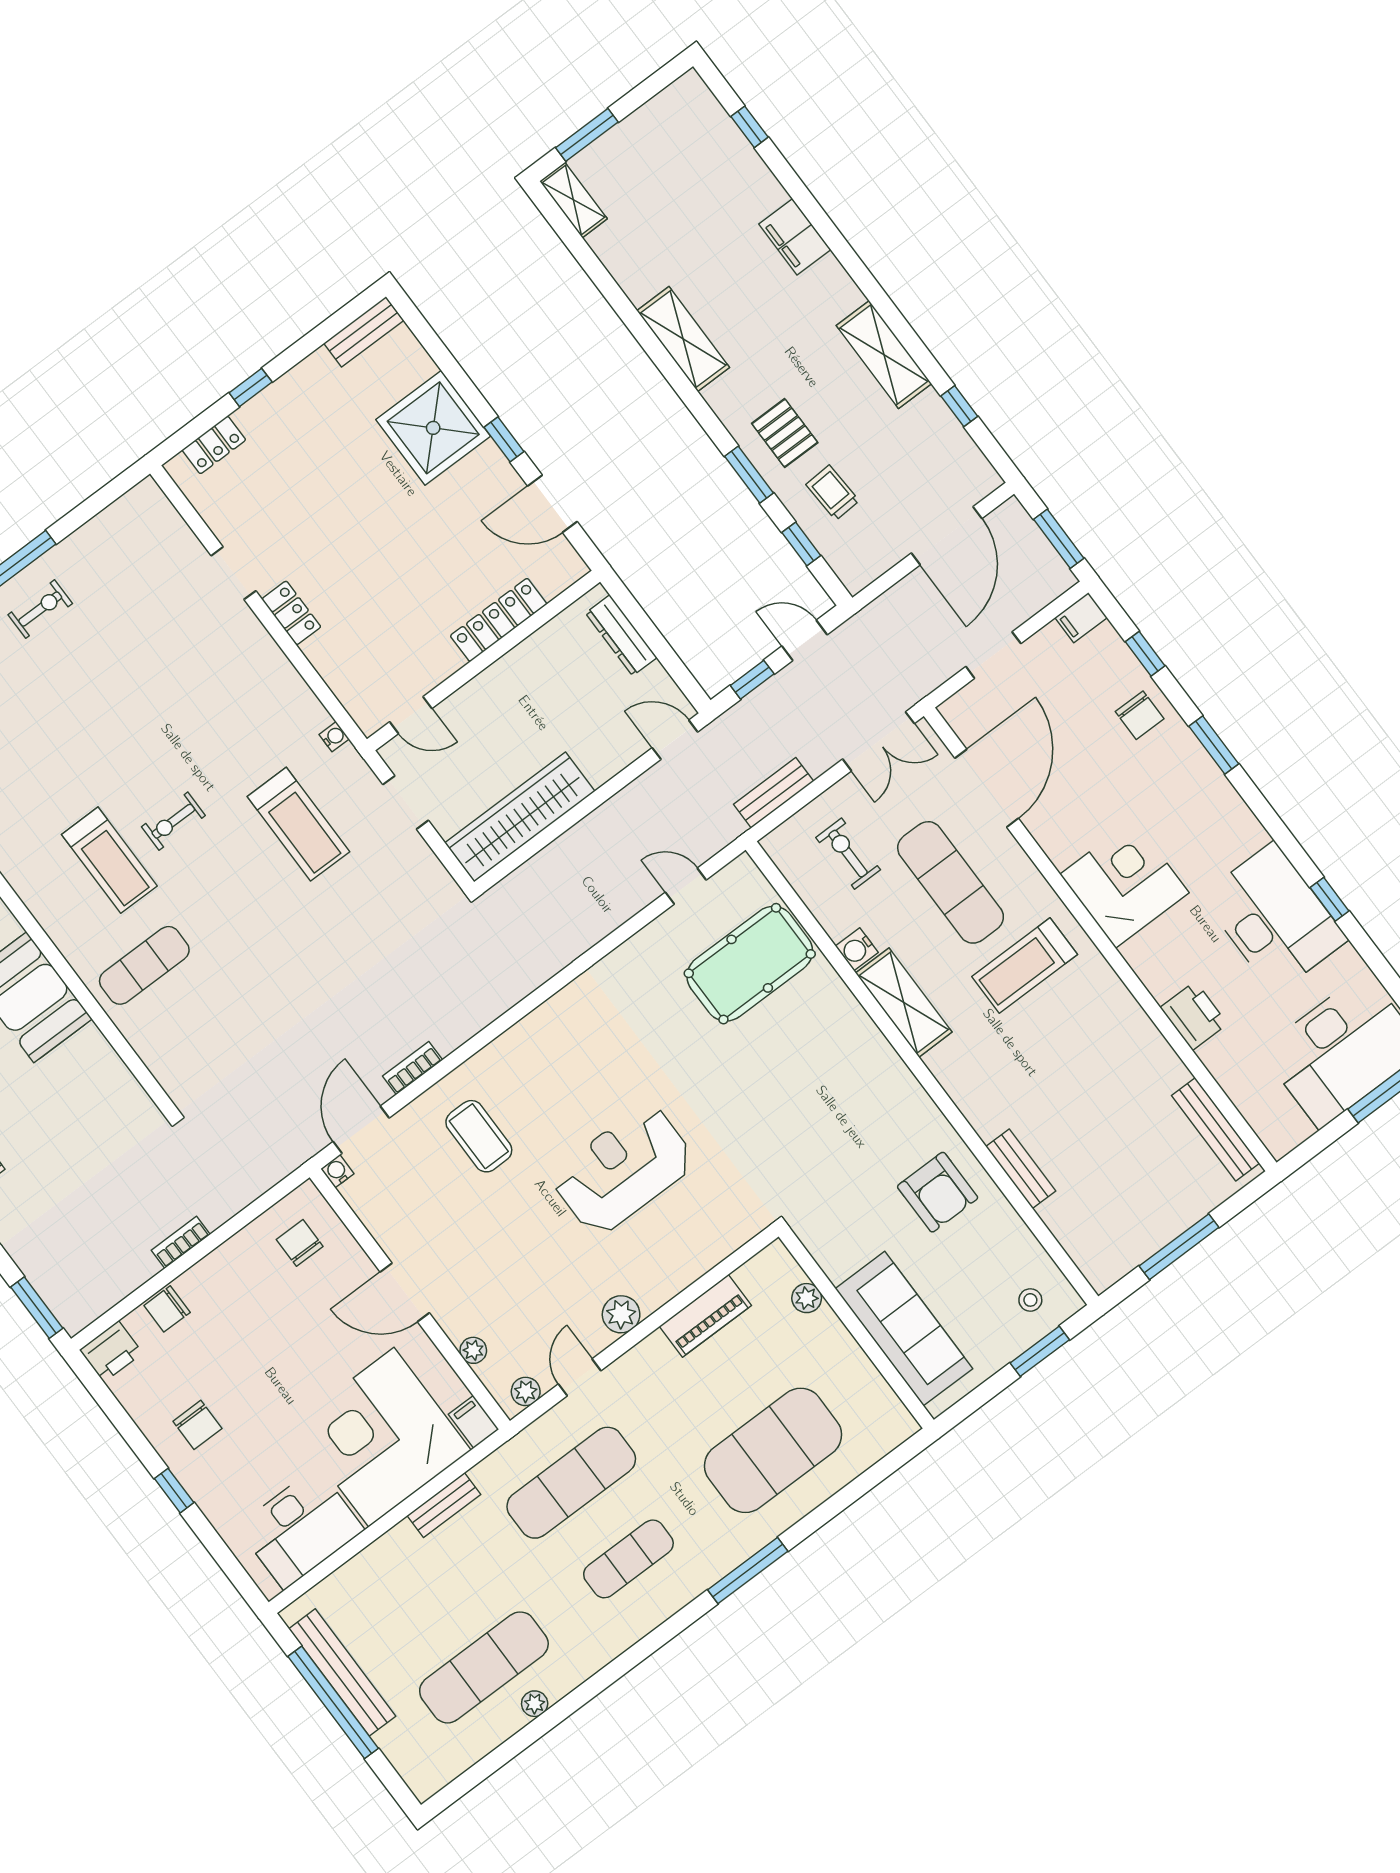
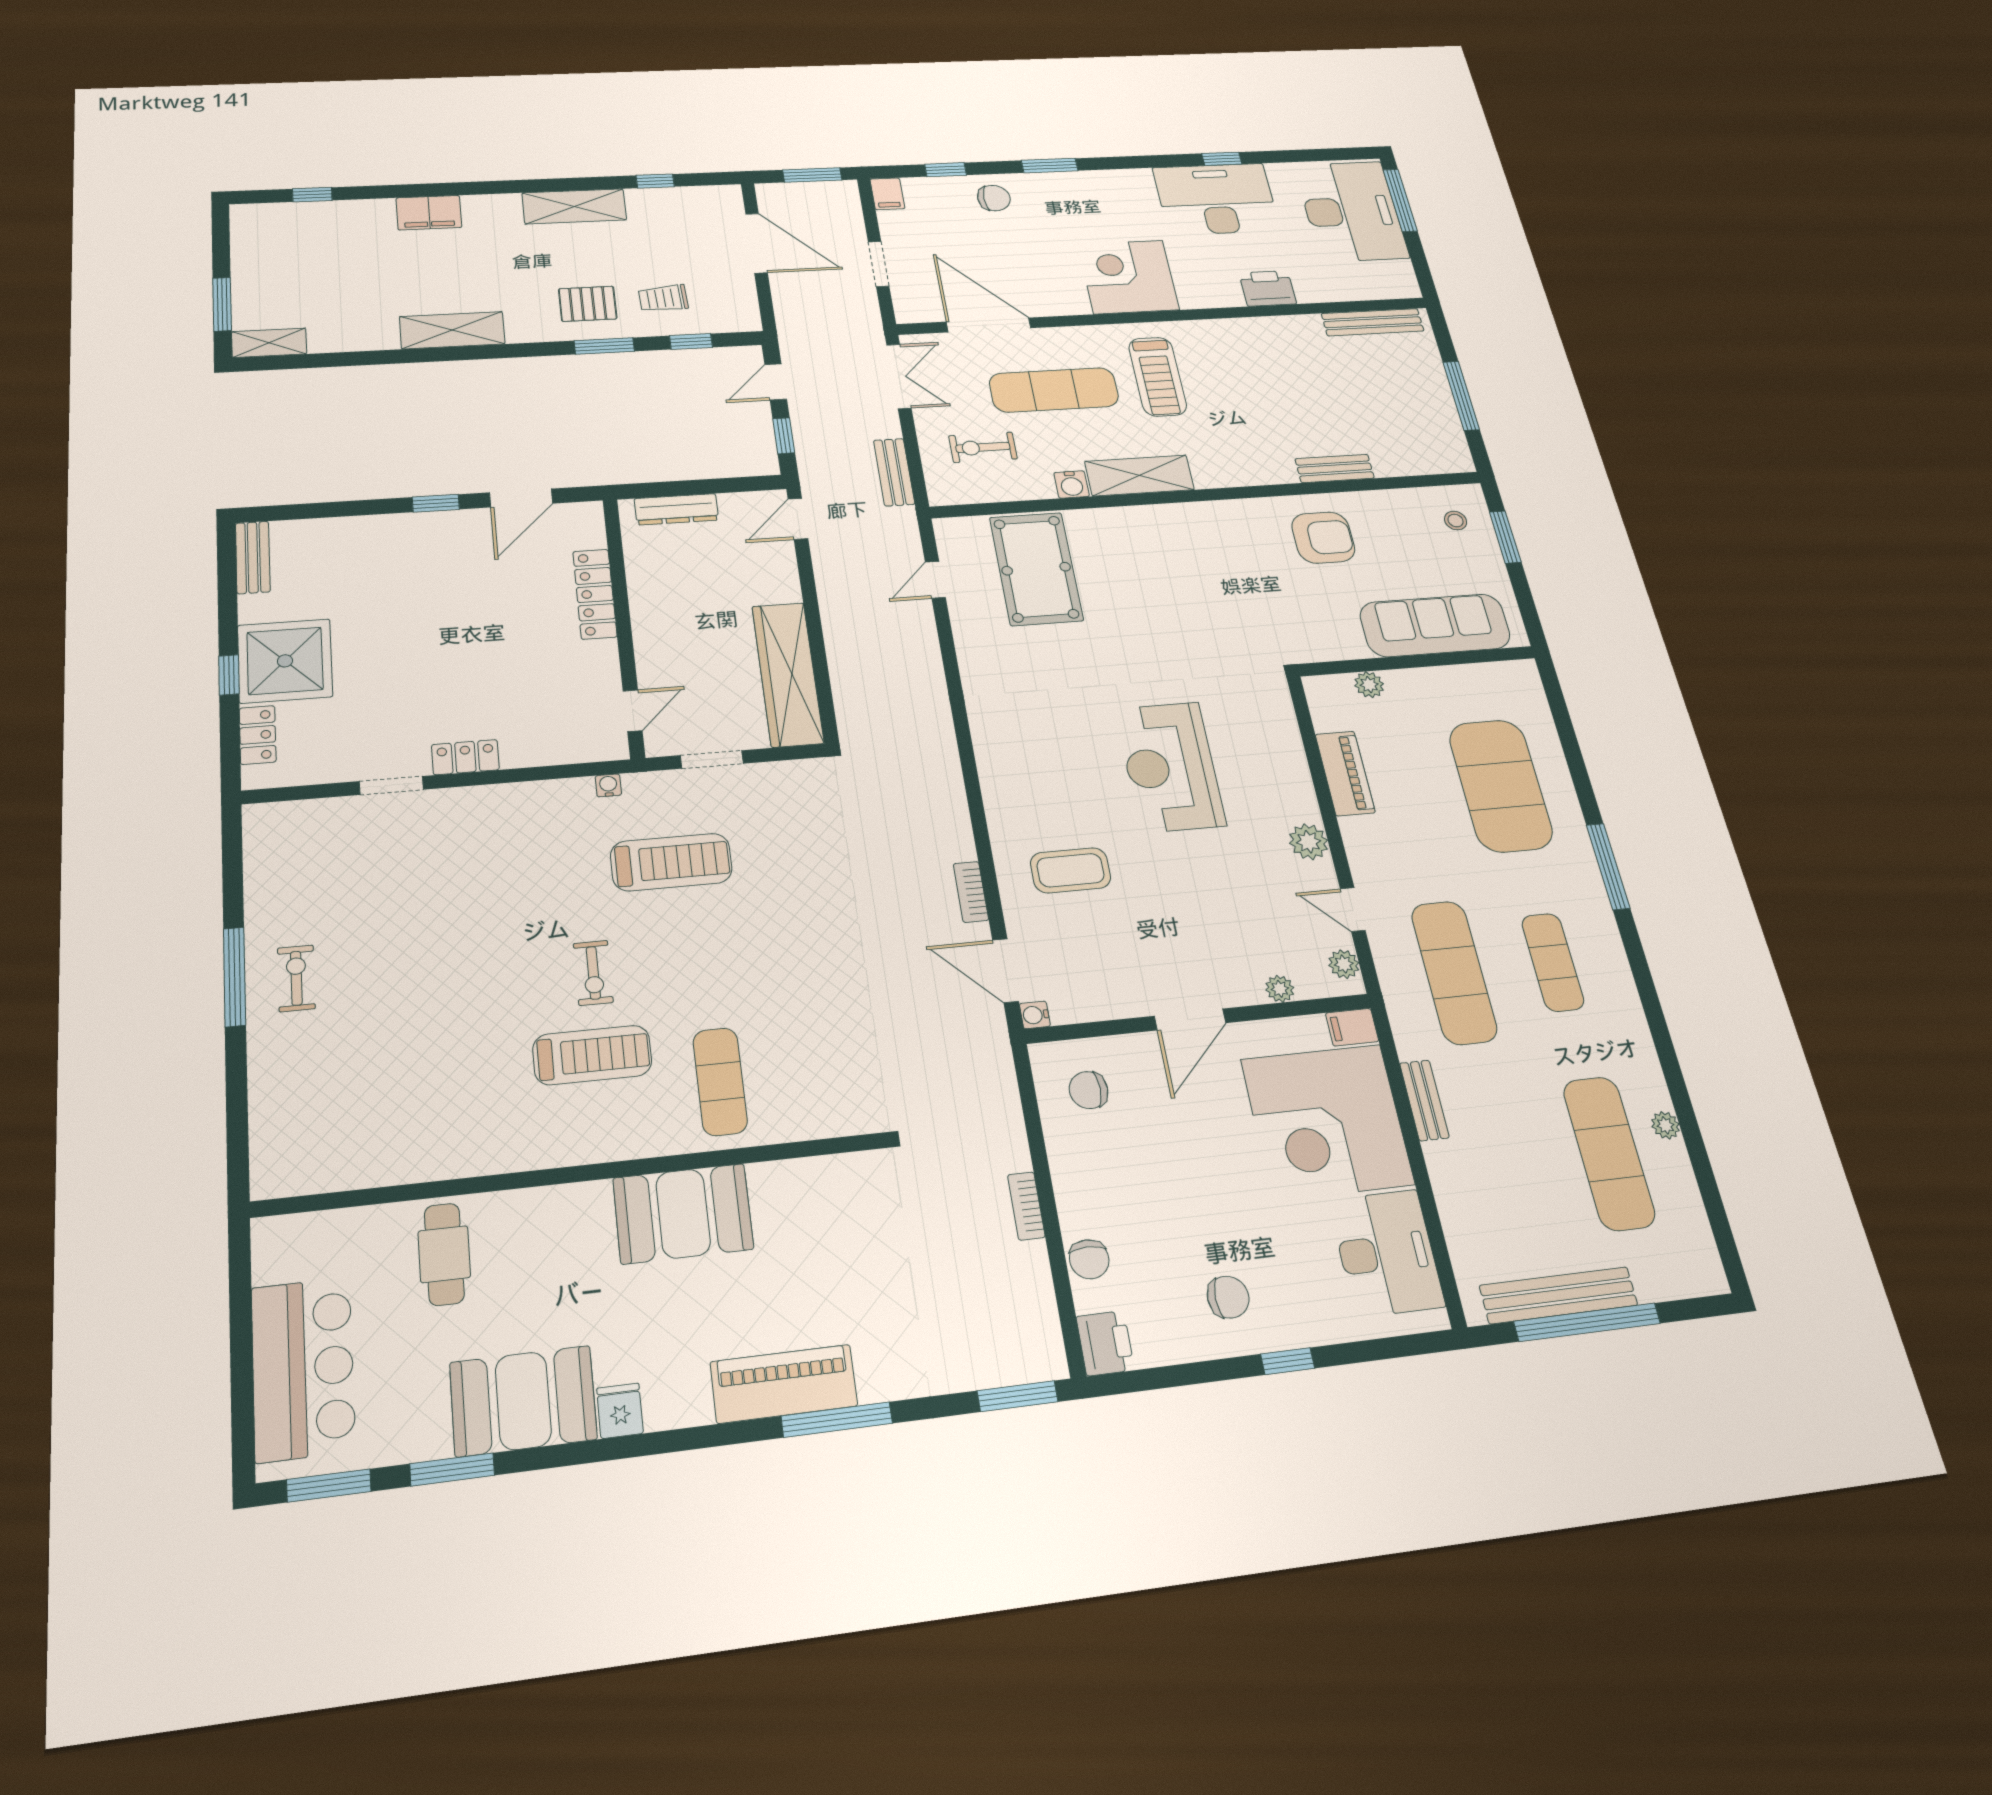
shower: (433, 428) -> (285, 661), moved

